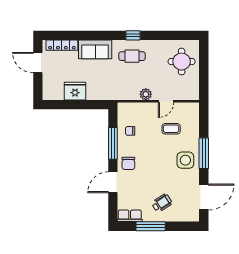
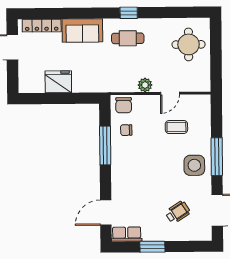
chair: (128, 163) -> (124, 105), moved
door: (113, 182) -> (106, 213), moved
wheelchair: (162, 203) -> (178, 212), moved
window: (151, 226) -> (152, 247), width x0.69

